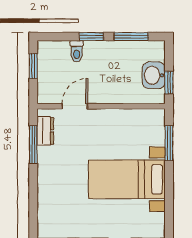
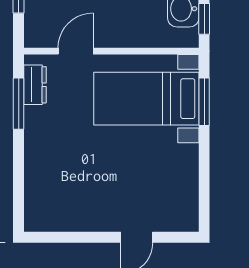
bed with nightstands: (127, 179) -> (146, 99), moved

